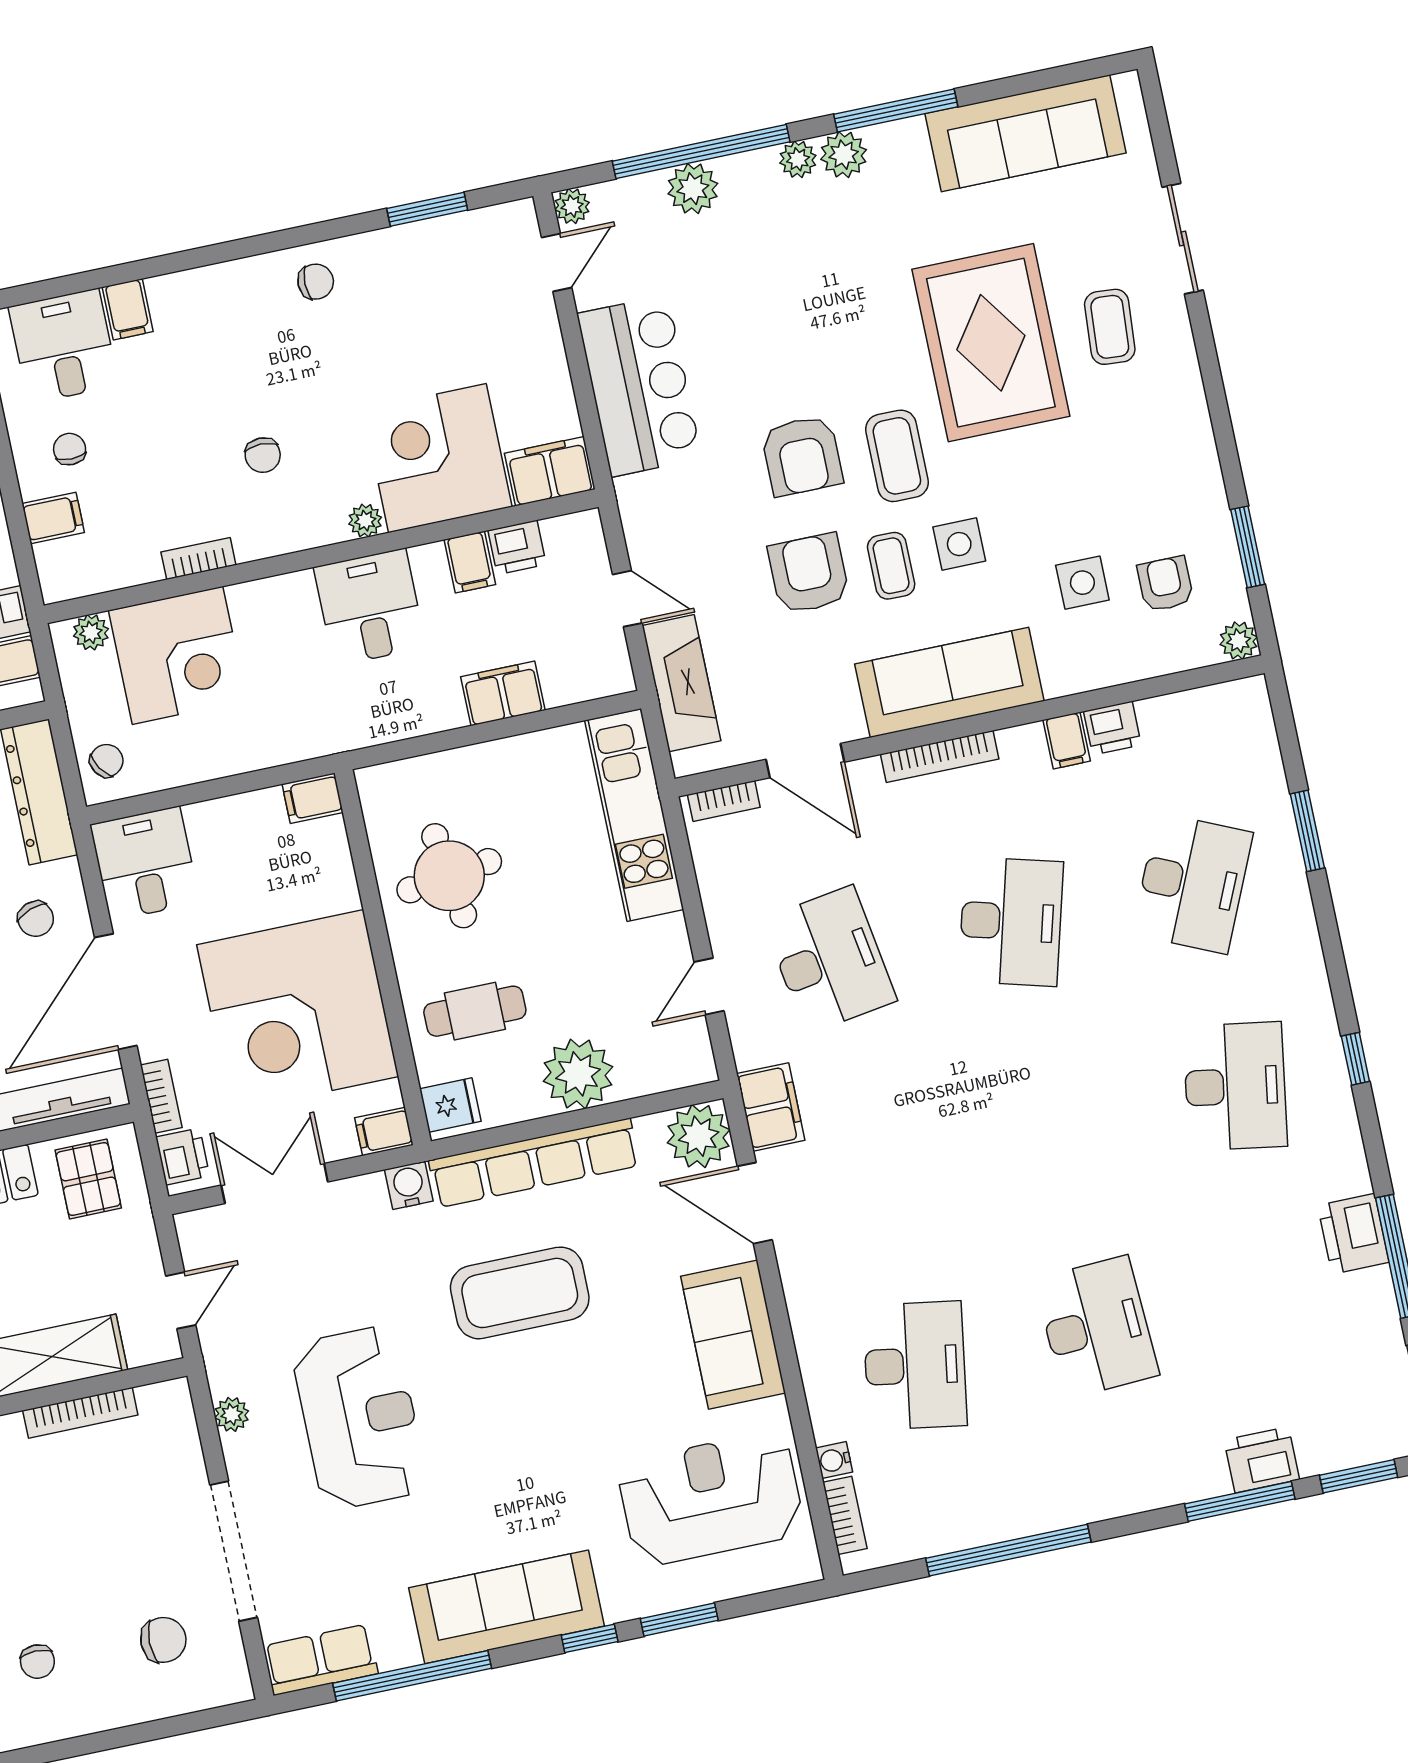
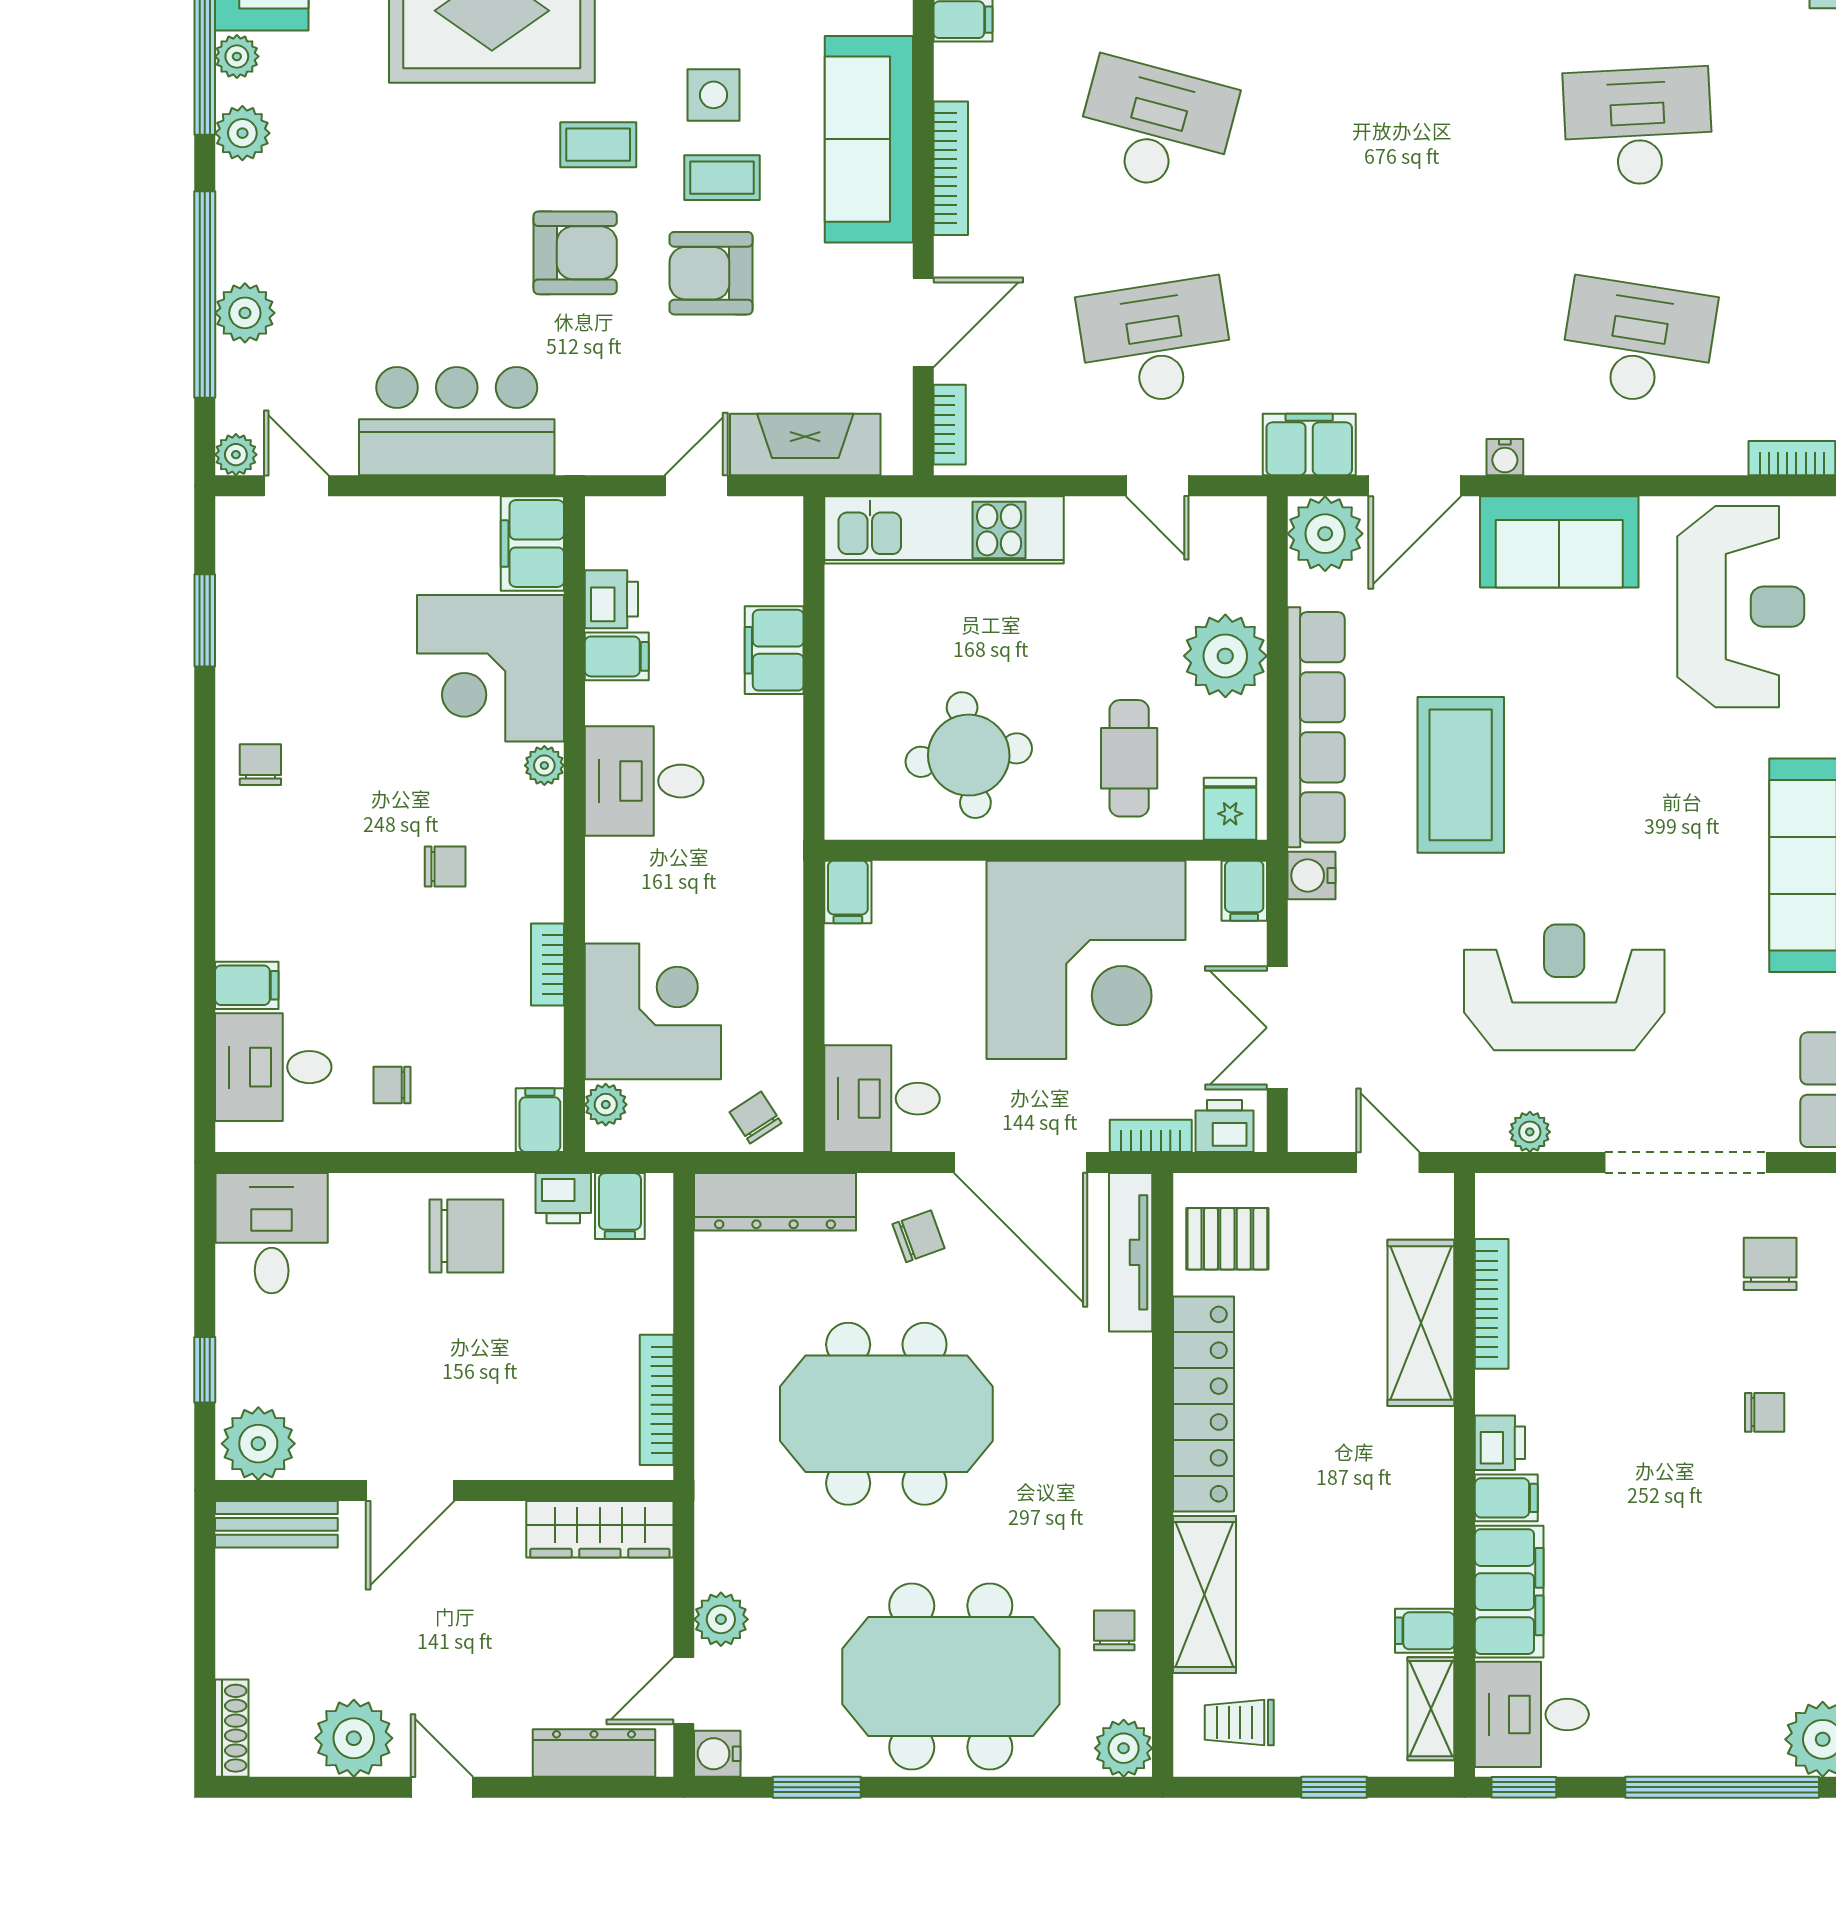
plant: (798, 159) -> (237, 56), moved
coffee table: (897, 456) -> (598, 145), width x0.73, depth x0.77
filing cabinet: (53, 518) -> (540, 1120), moved
water cooler: (834, 1460) -> (1505, 457), moved
reception desk: (711, 1499) -> (1741, 607), turned 180

